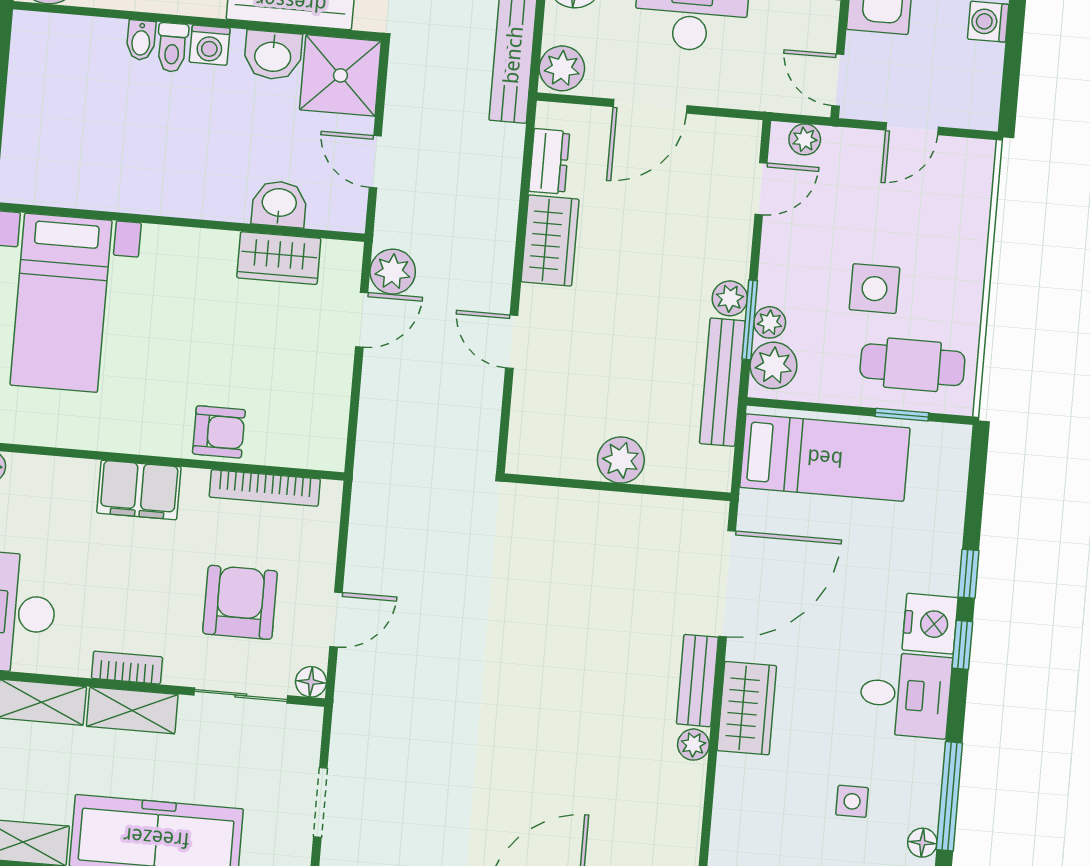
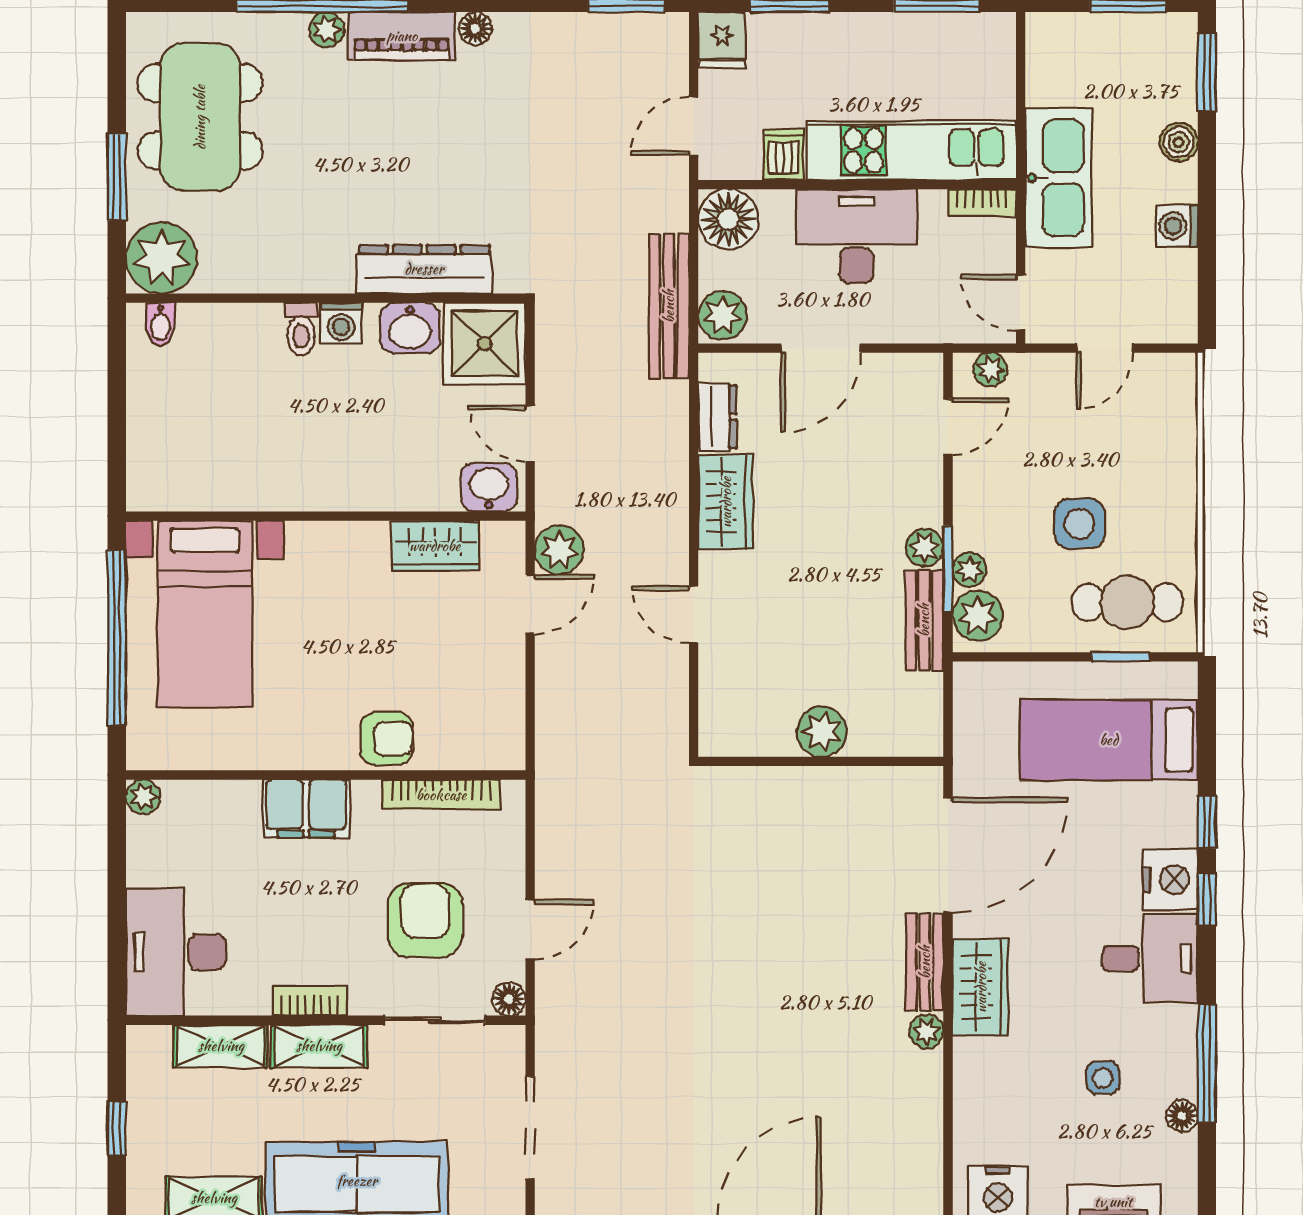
bidet: (141, 40) -> (160, 324), moved
washbasin: (279, 204) -> (489, 487), moved
bench: (722, 382) -> (924, 620), width x0.73
bed: (825, 458) -> (1109, 740), moved, turned 180
doorway: (320, 802) -> (530, 1128), width x1.38

